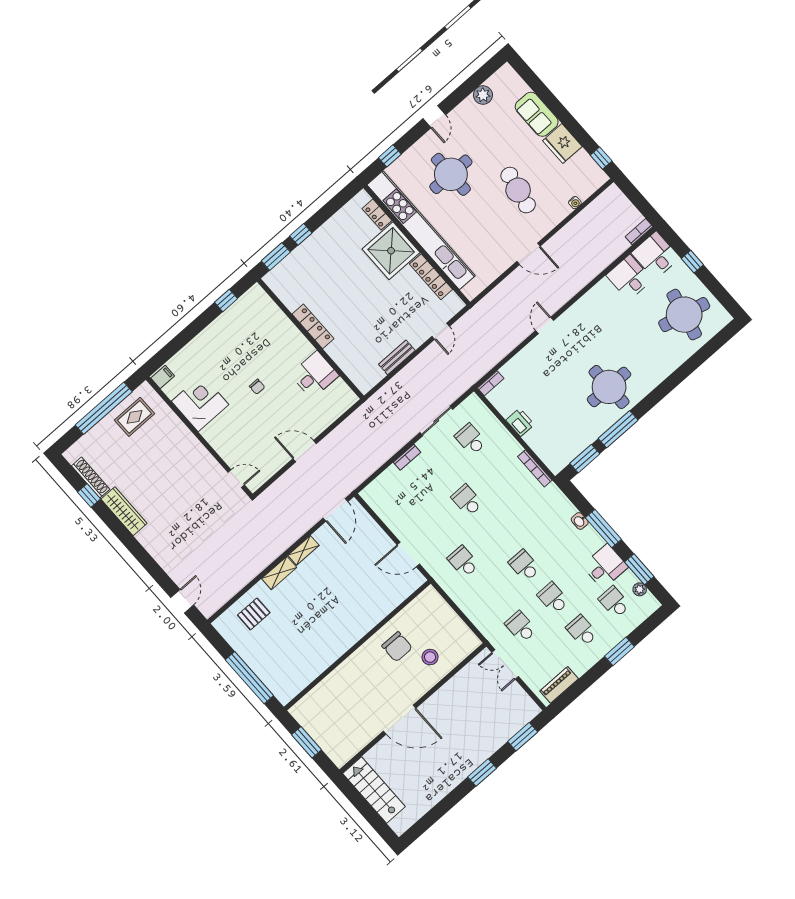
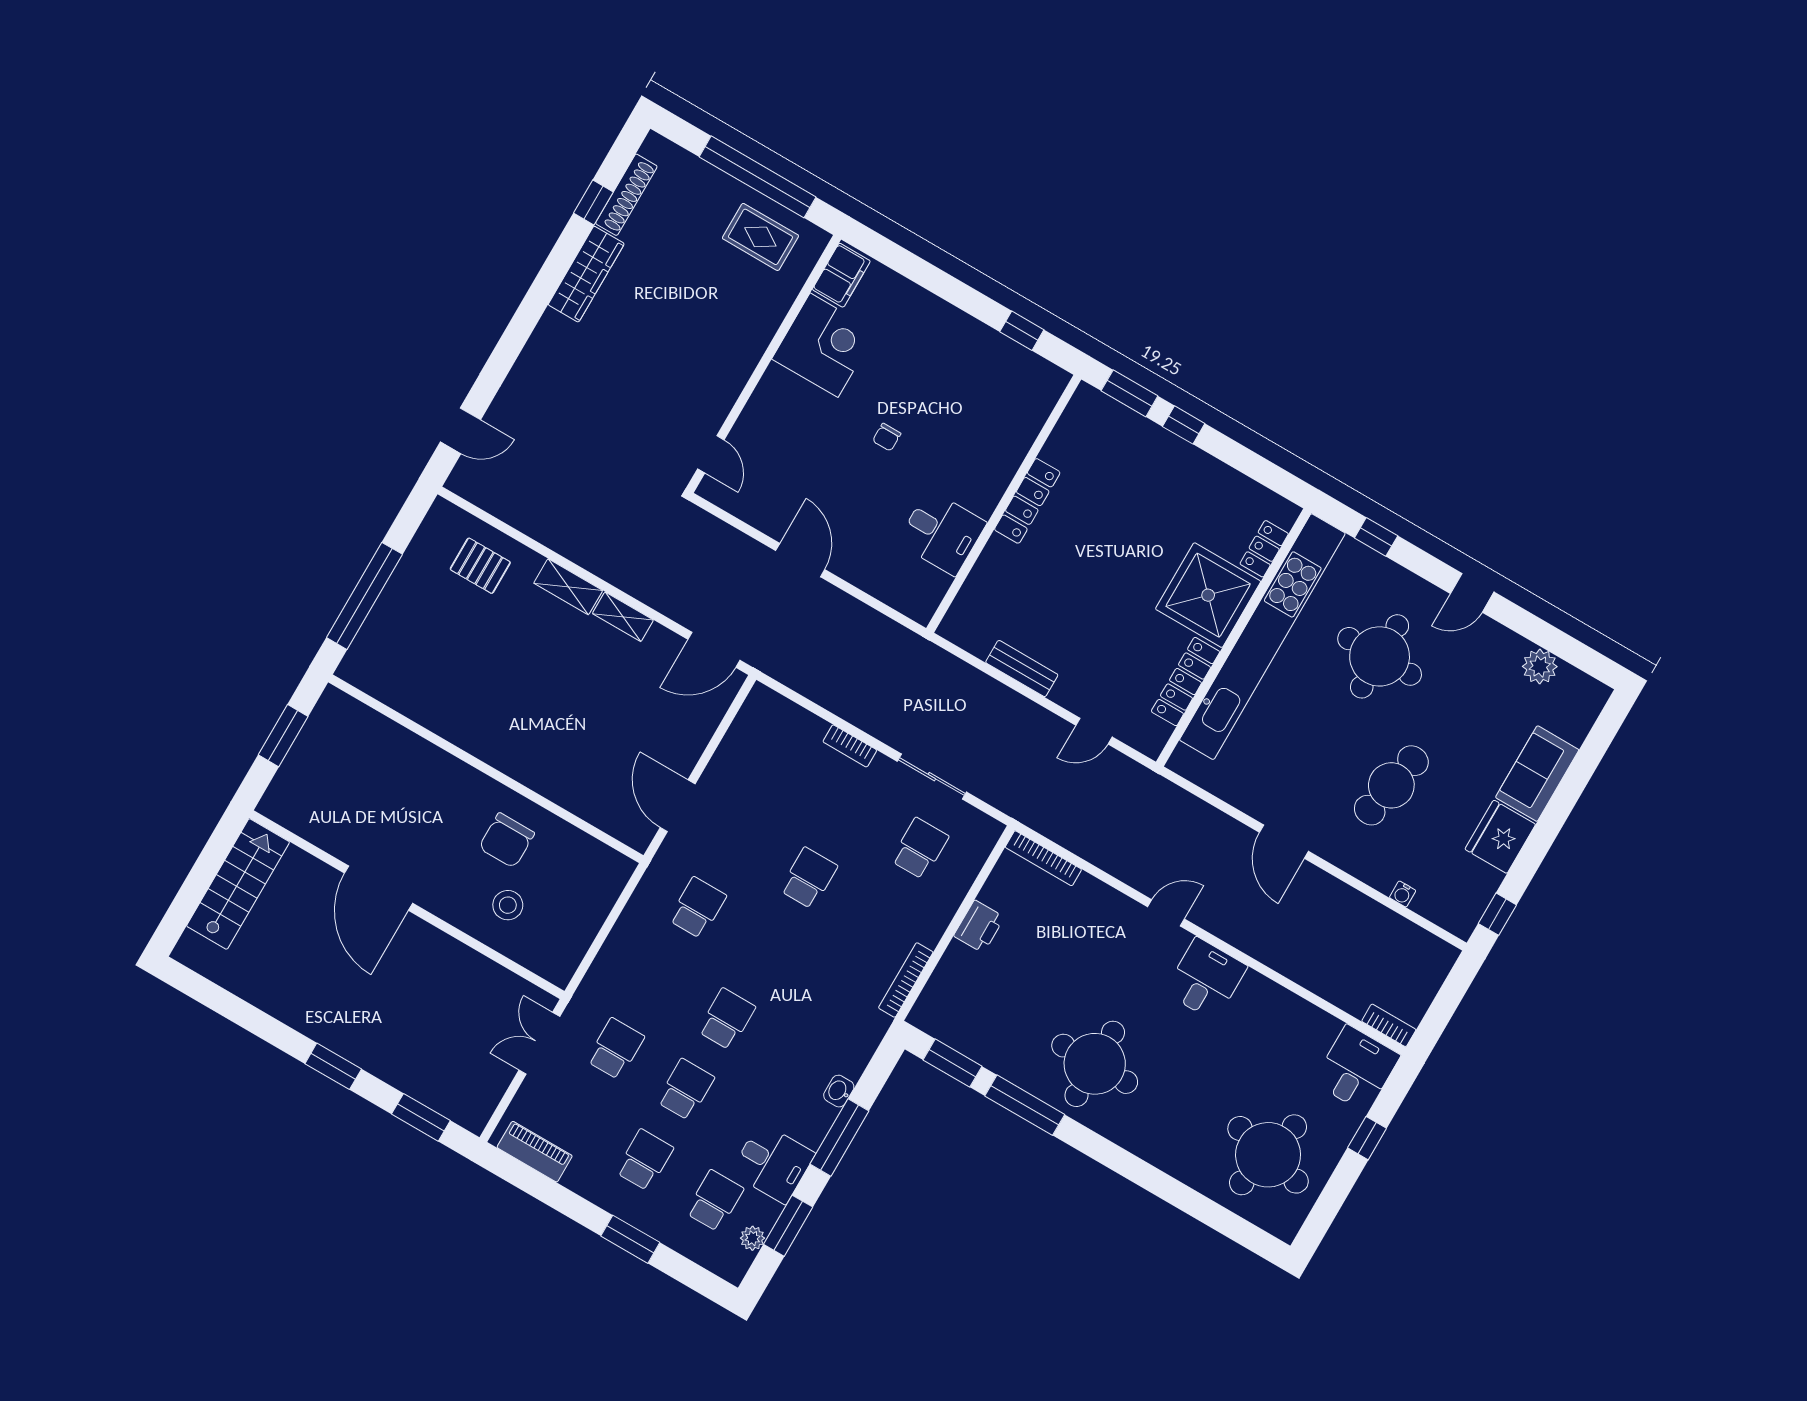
desk: (629, 277) -> (1206, 979), moved
filing cabinet: (163, 377) -> (841, 275), width x2.00
bookcase: (491, 383) -> (1043, 858), width x1.56

